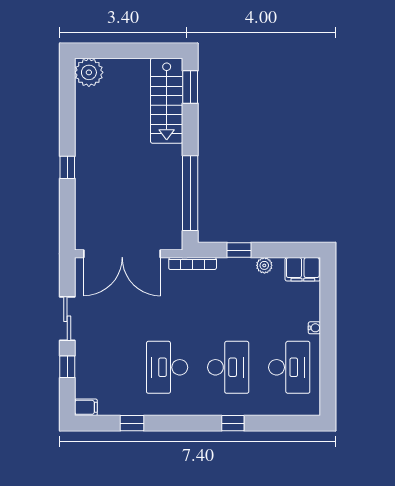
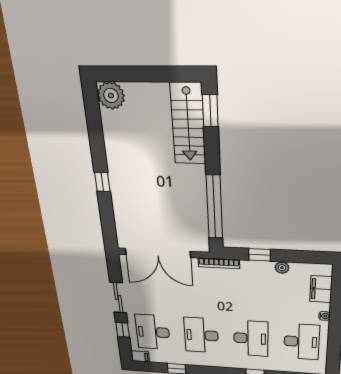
filing cabinet: (303, 269) -> (321, 289), moved, turned 90
desk: (106, 367) -> (153, 332), added

